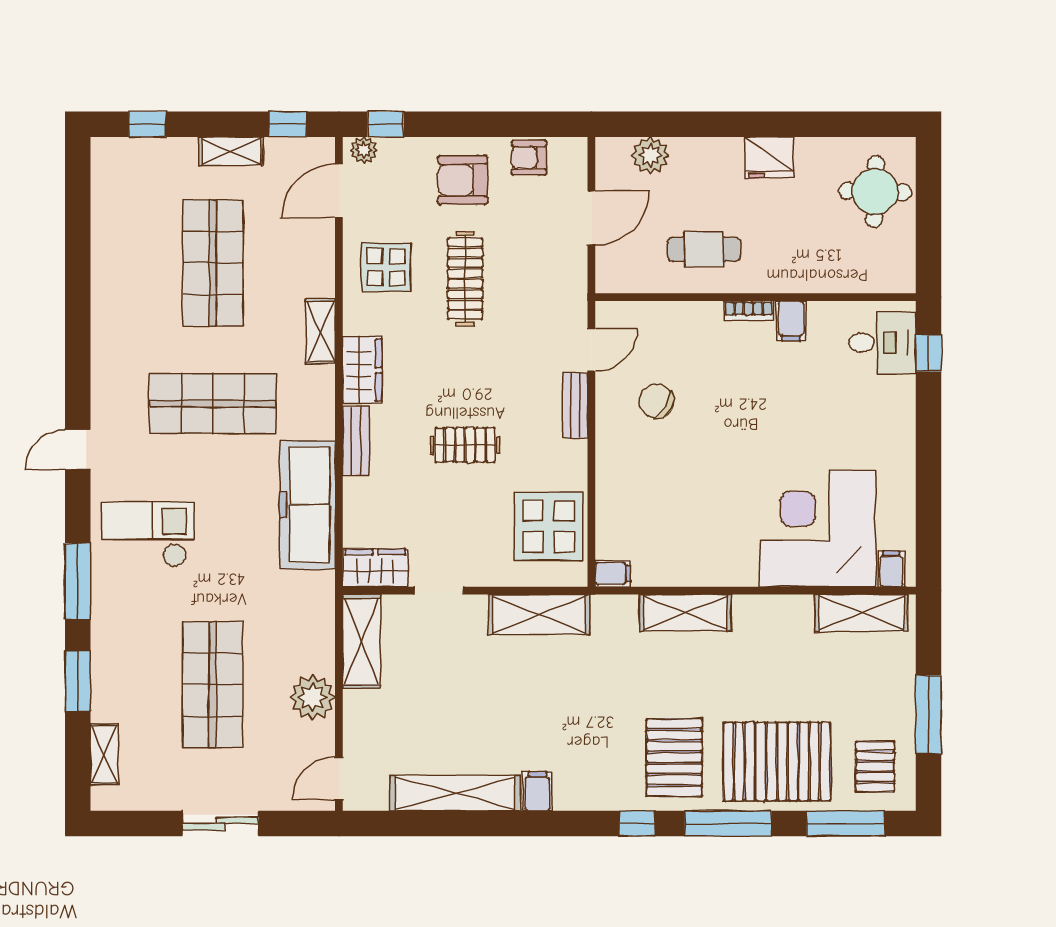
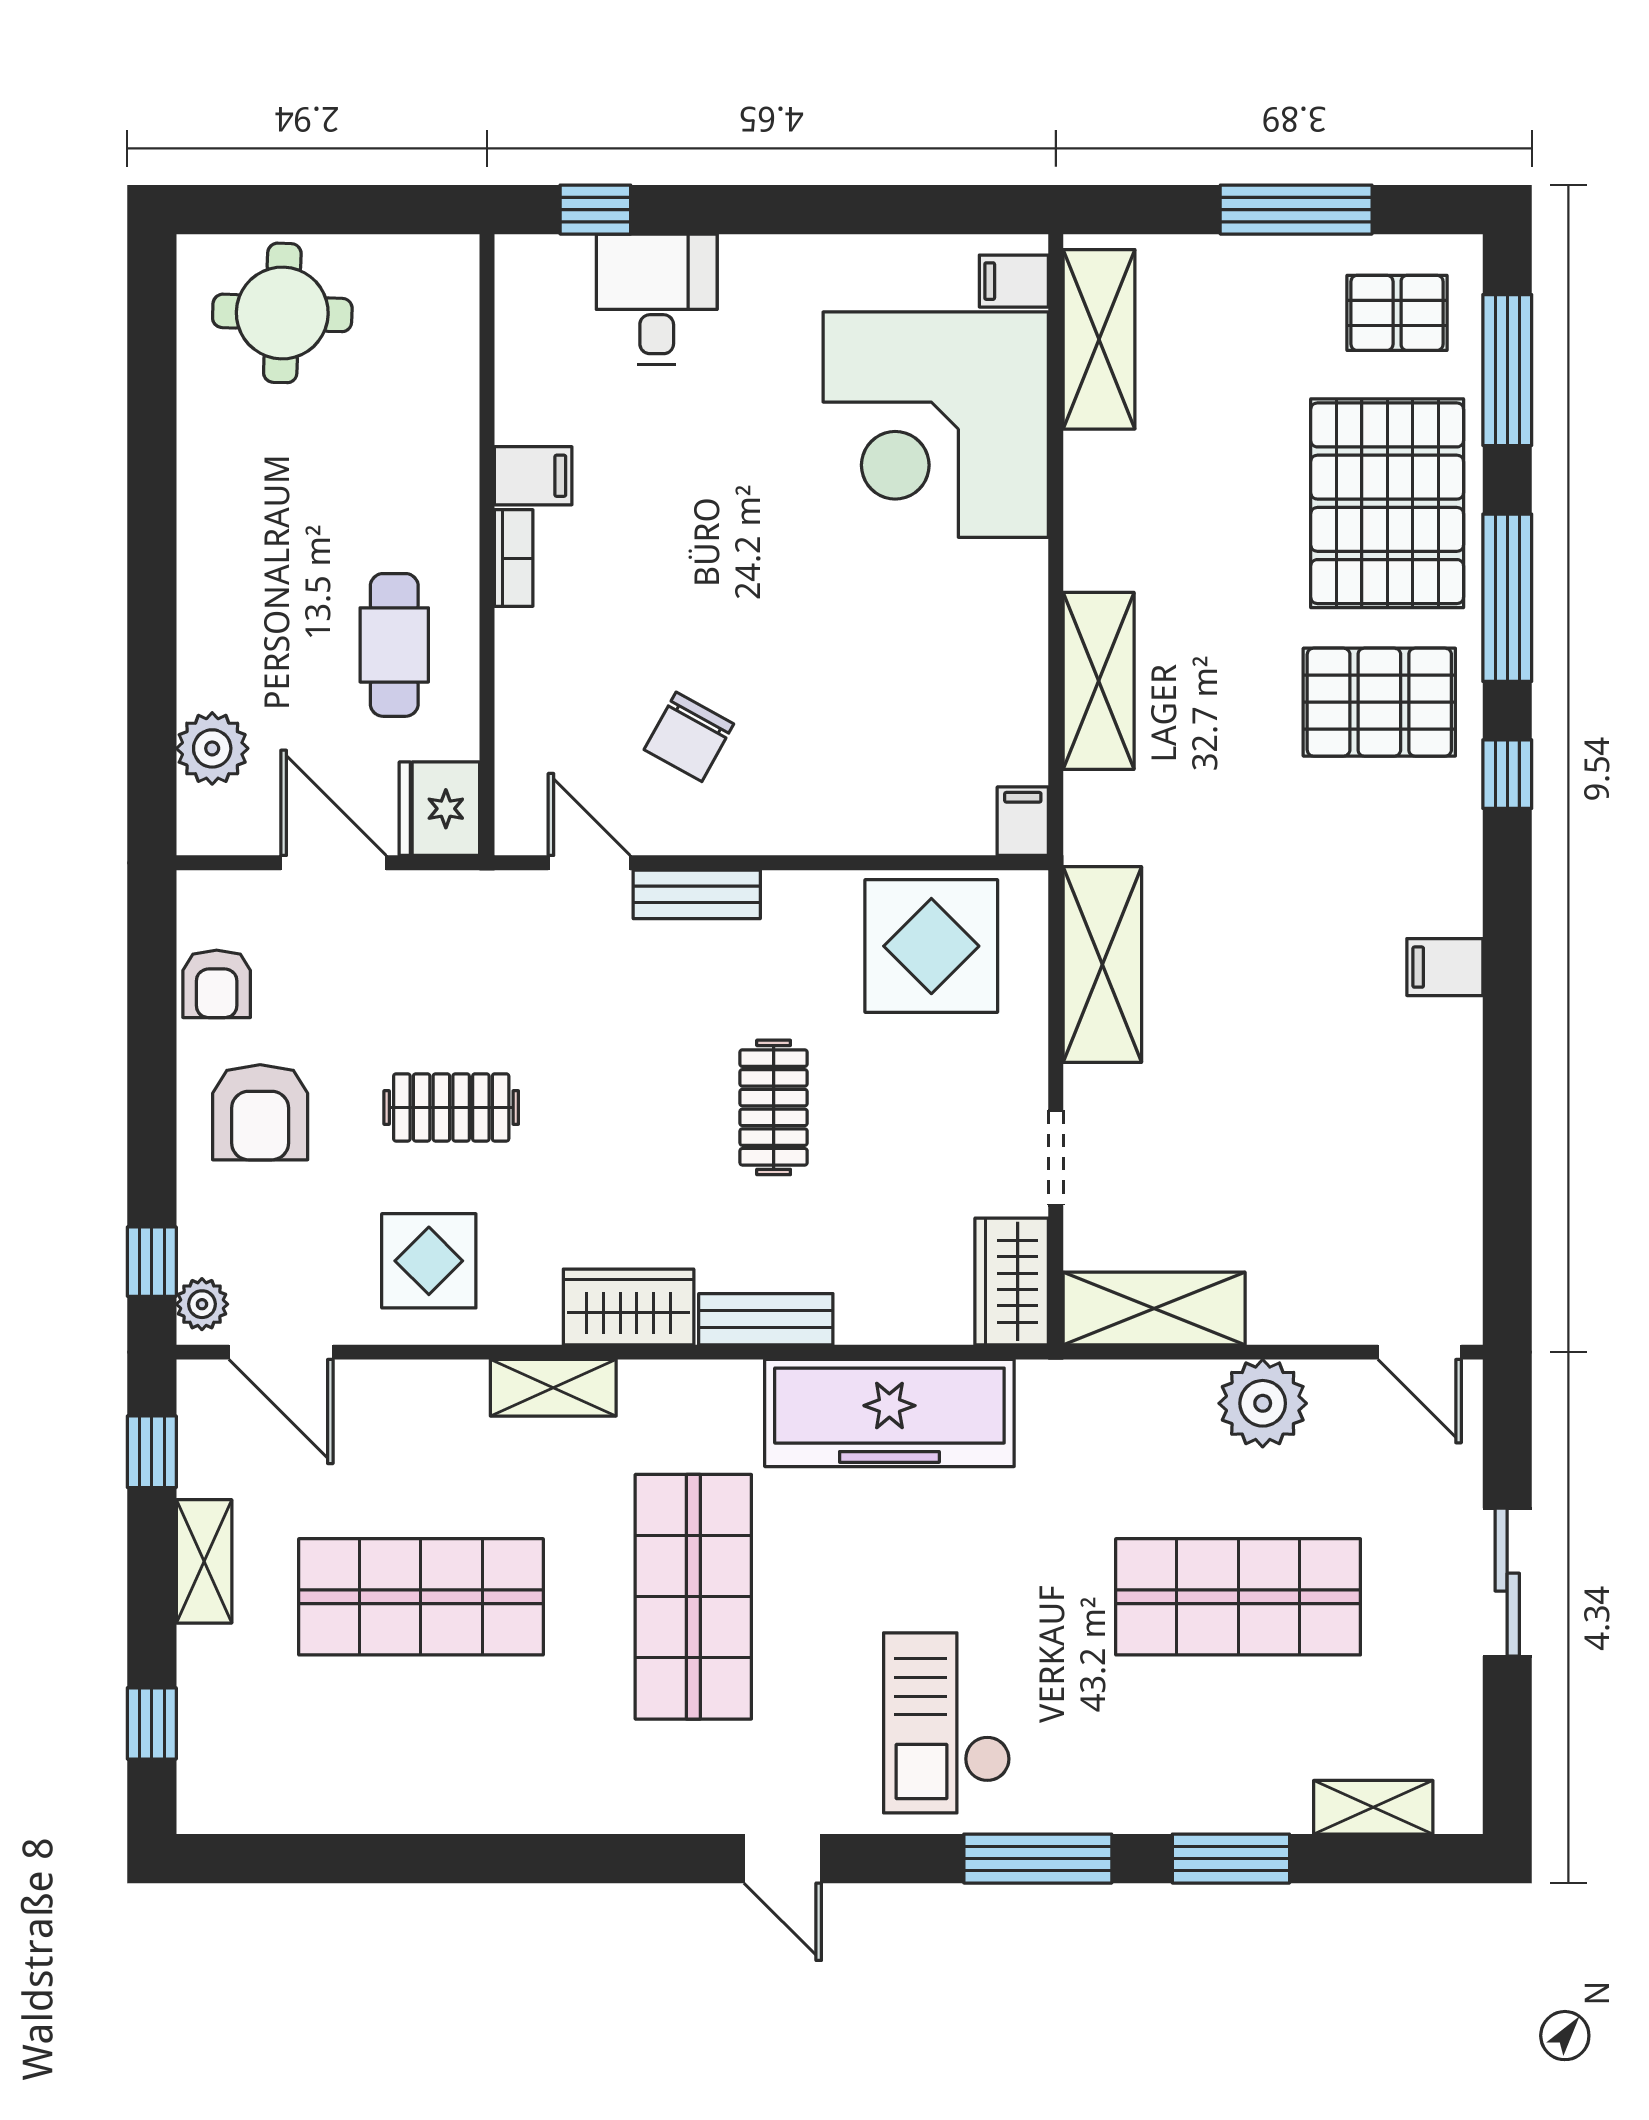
fridge: (769, 158) -> (439, 809), moved, turned 180
clothes rail: (465, 279) -> (451, 1107), width x0.73
desk: (882, 343) -> (657, 299), moved
shelving: (455, 793) -> (1448, 1127), removed

